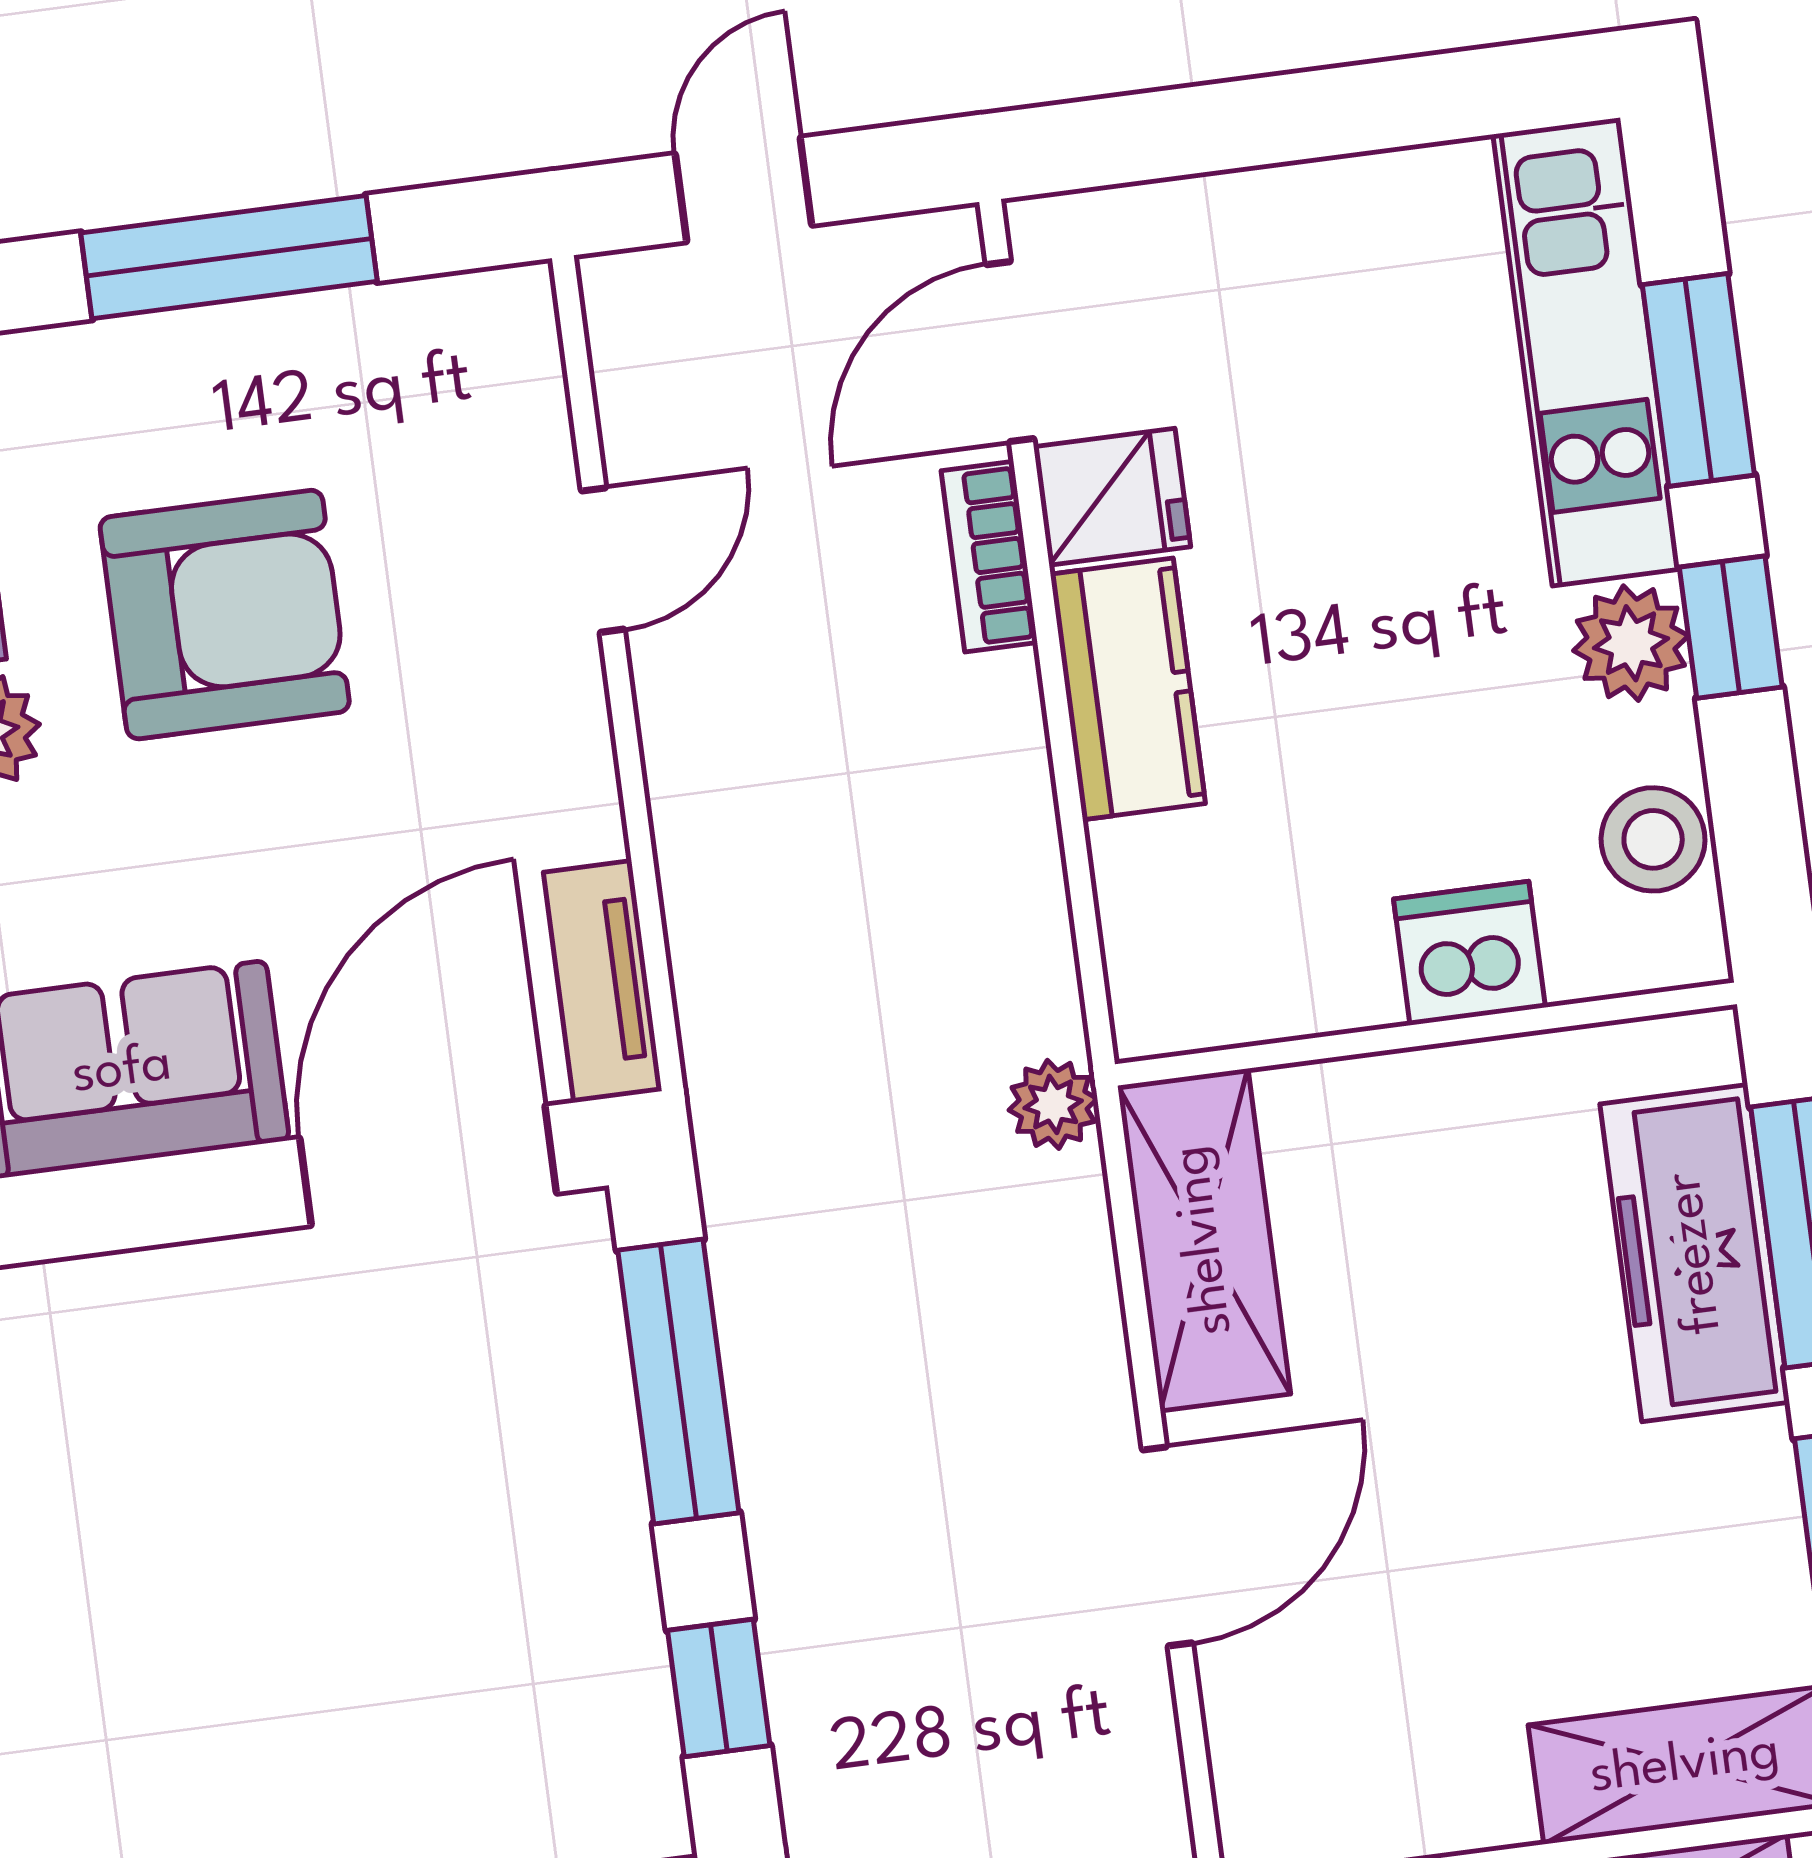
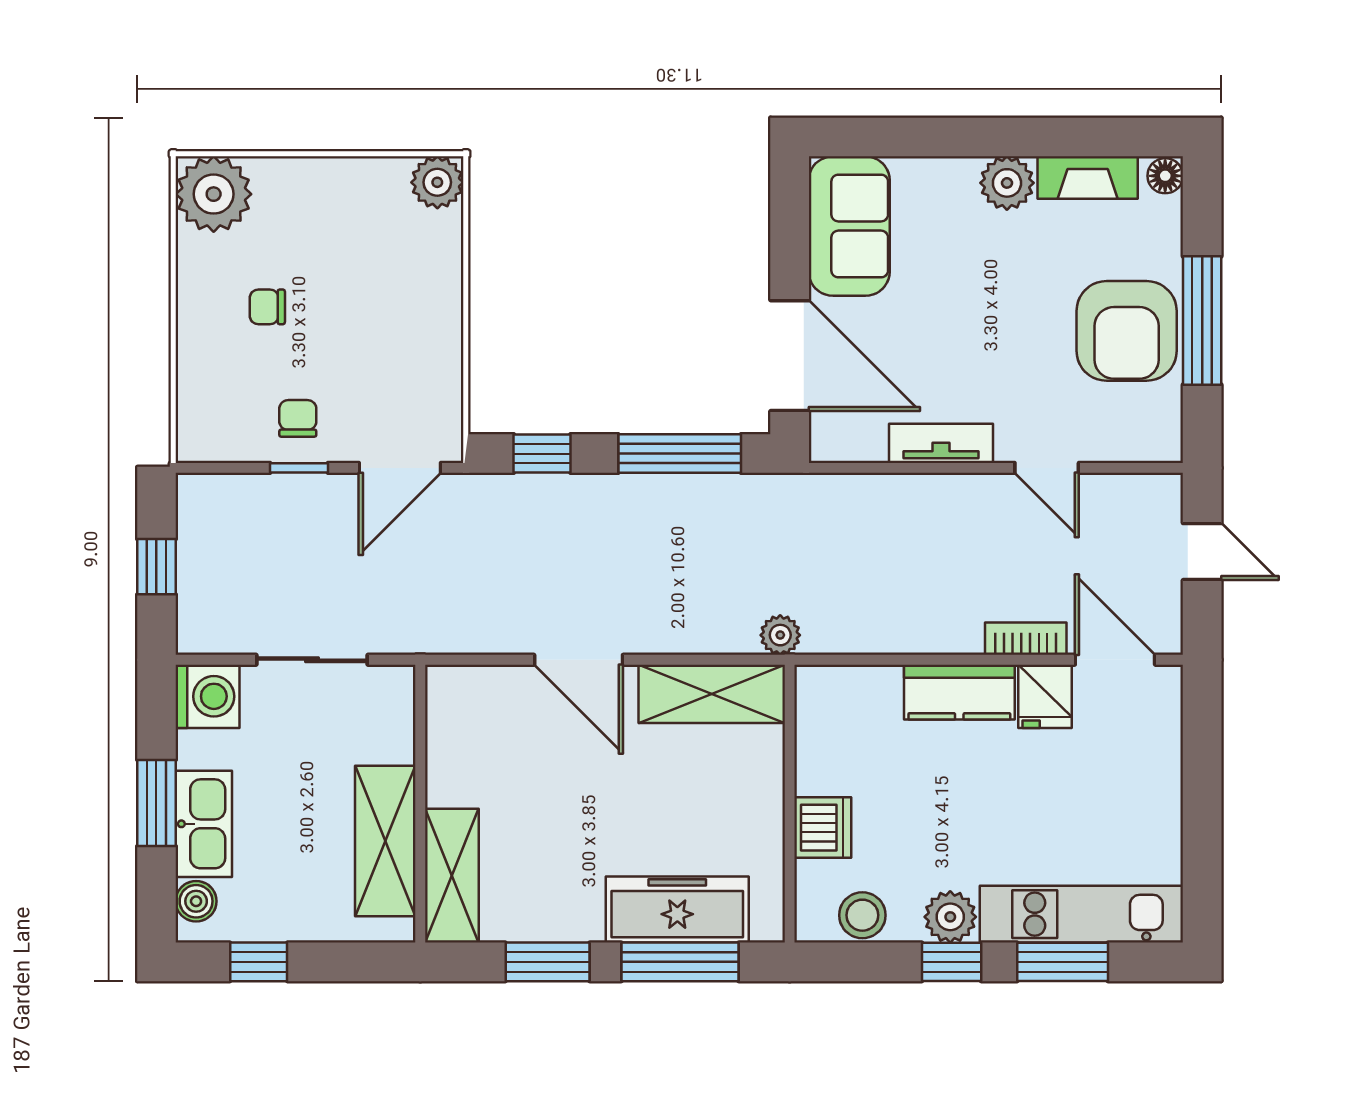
armchair: (225, 615) -> (1127, 331), moved
tv unit: (603, 982) -> (941, 443), moved

